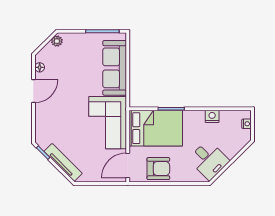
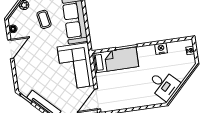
coffee table: (78, 61) -> (44, 19), added
bed: (156, 128) -> (115, 60), width x0.67
armchair: (158, 169) -> (123, 98), removed

